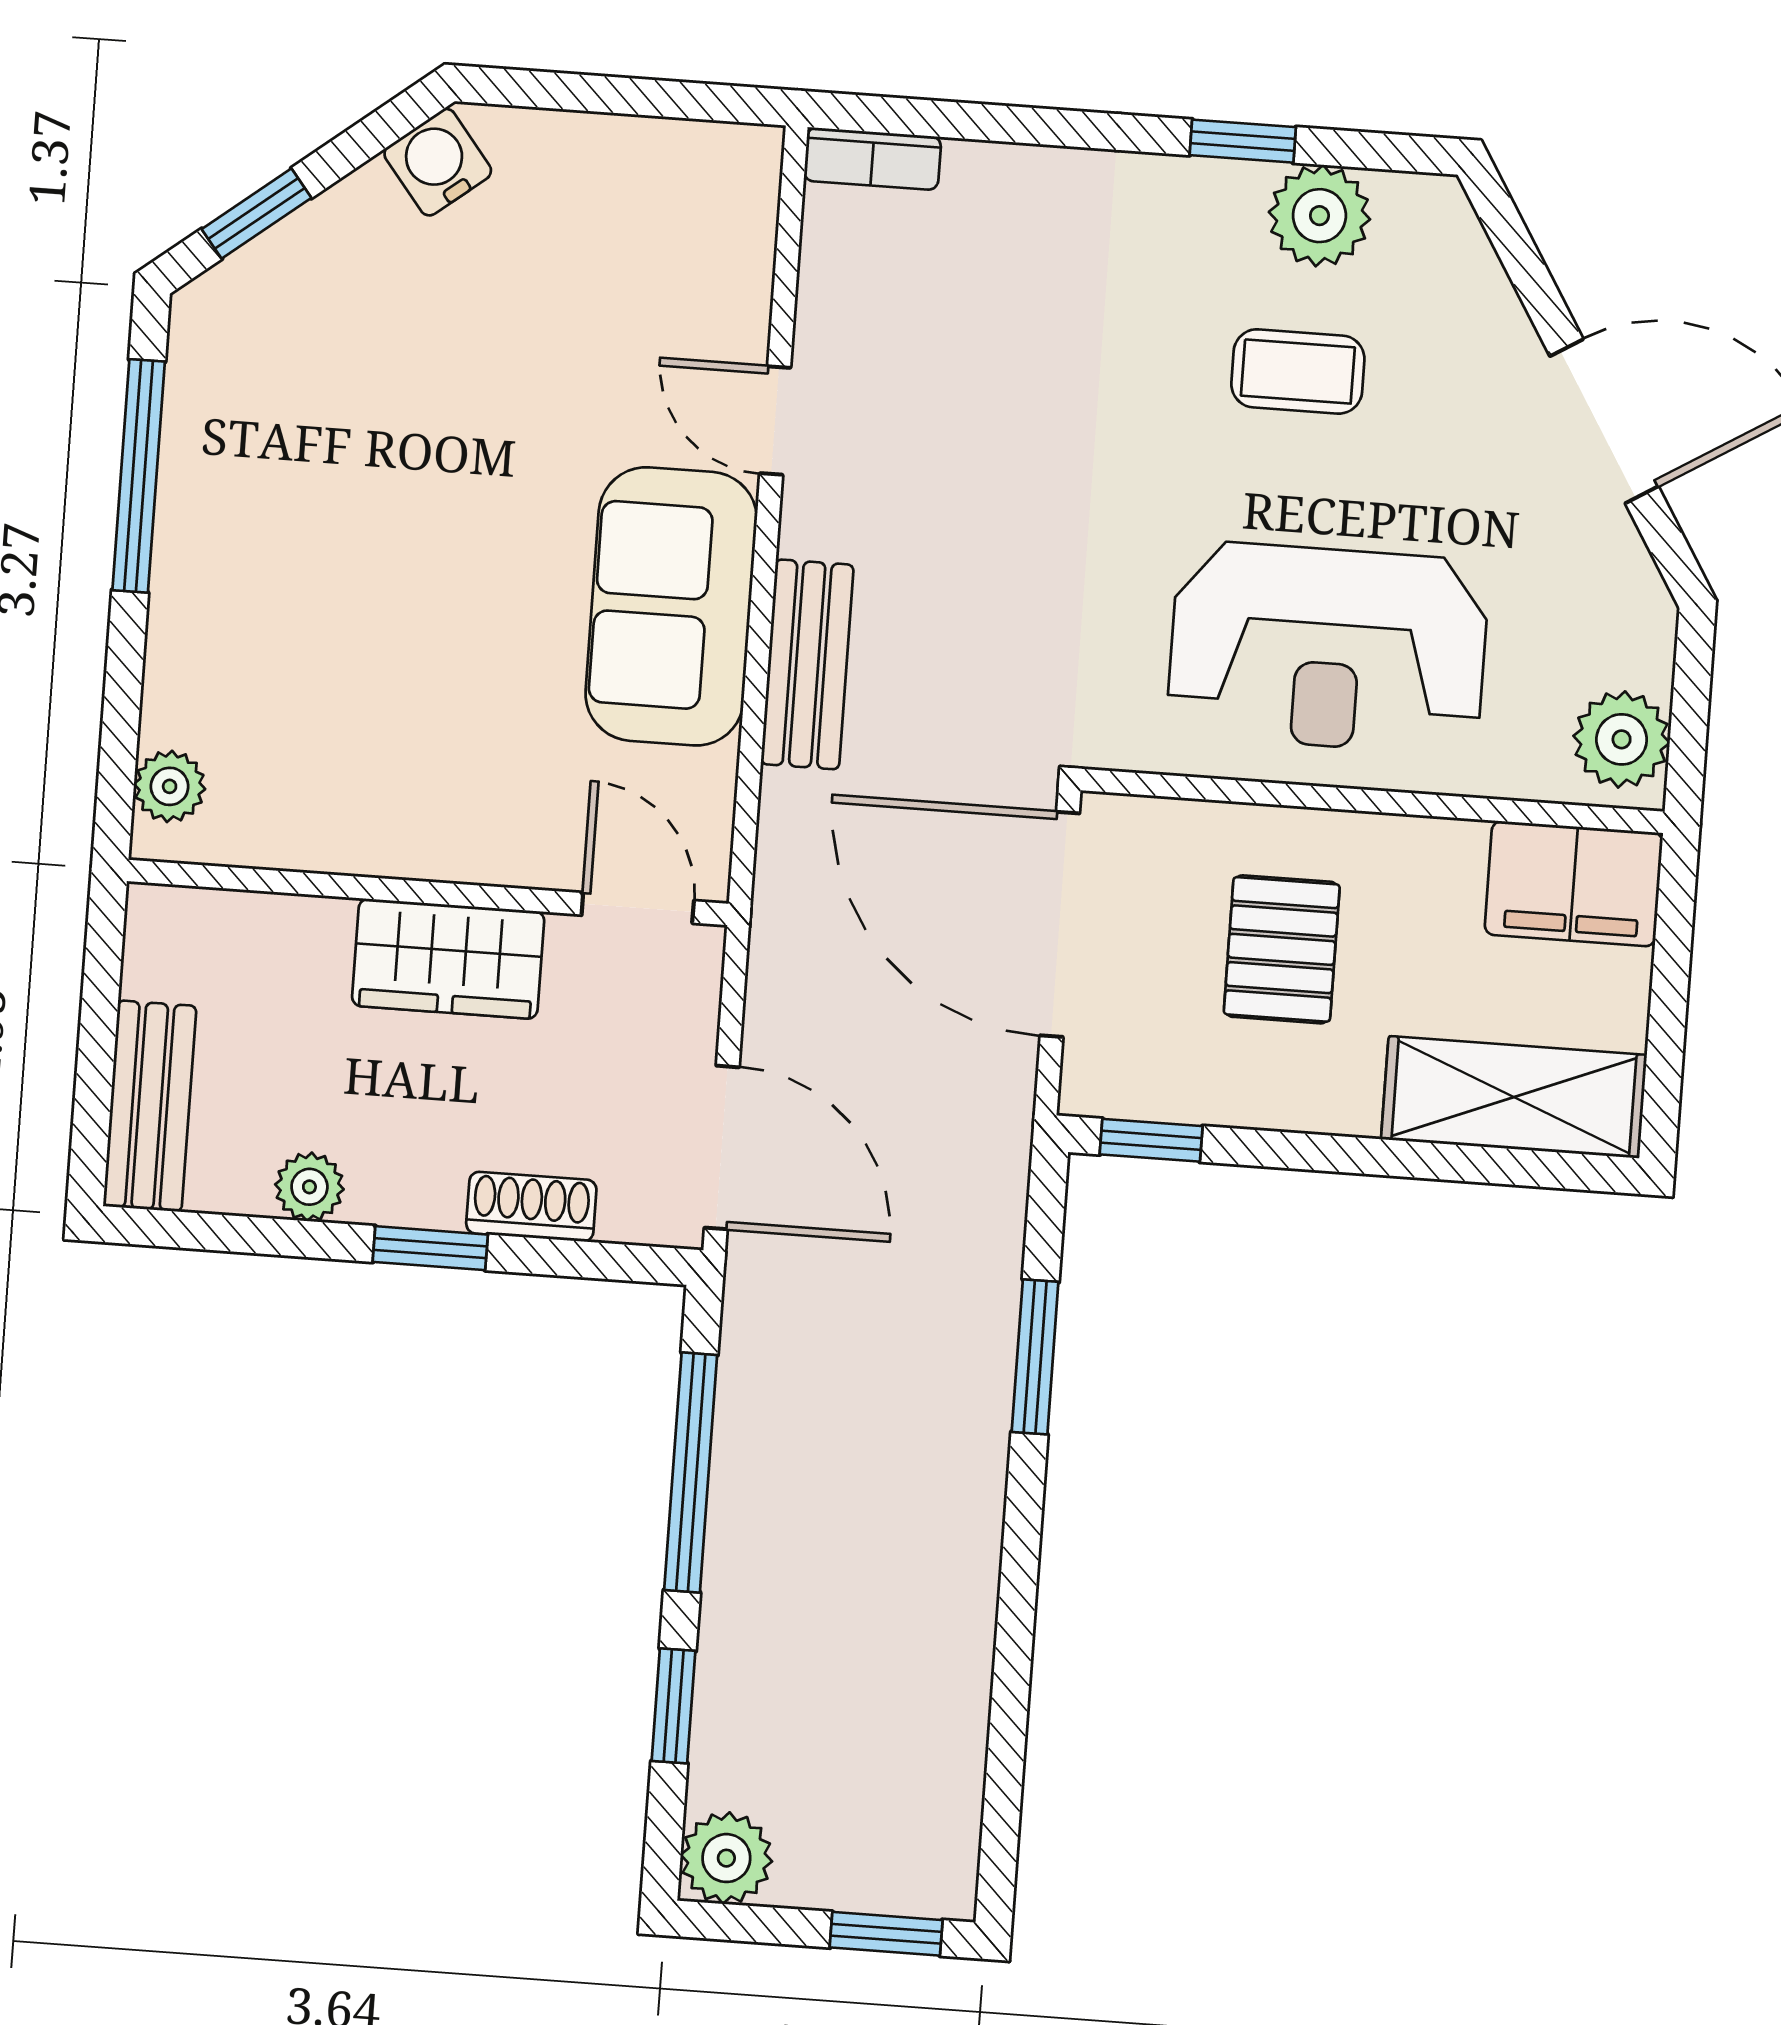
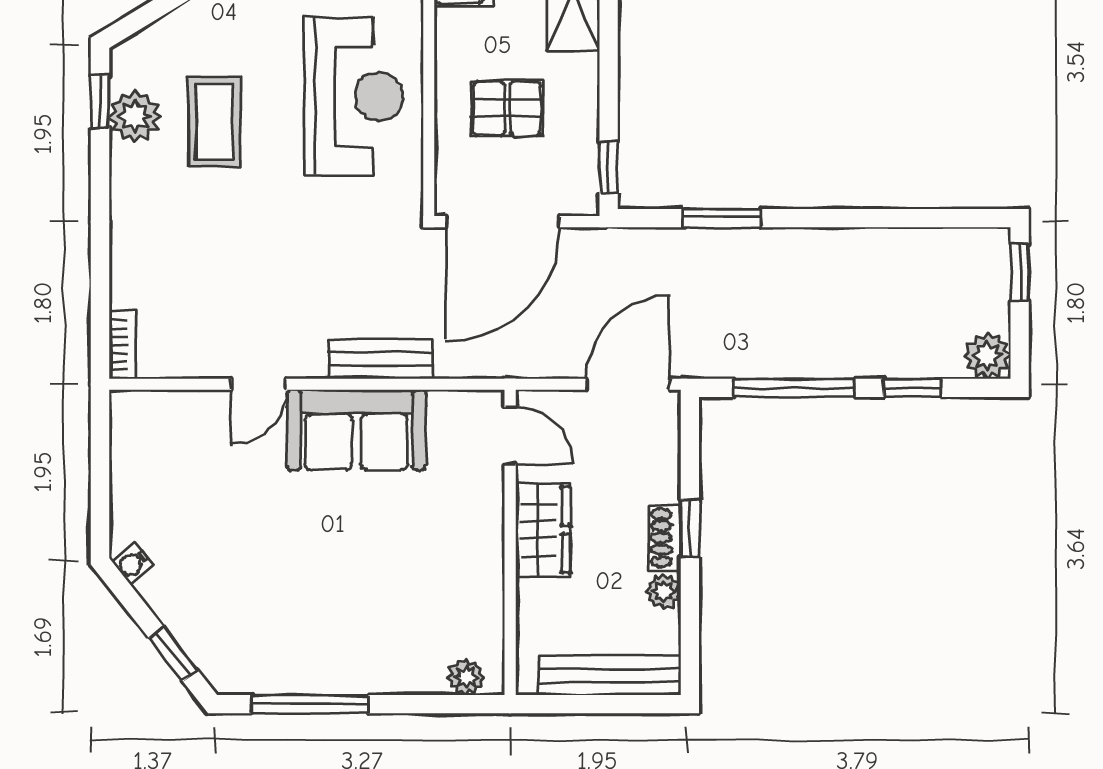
window: (1243, 141) -> (100, 102), moved
water cooler: (438, 162) -> (132, 563), width x0.72, depth x0.72
coffee table: (1298, 371) -> (214, 122), width x1.36, depth x1.30
door: (638, 908) -> (510, 436), swing flipped
bench: (150, 1106) -> (609, 675), width x1.36
shoe rack: (531, 1207) -> (665, 538), moved

